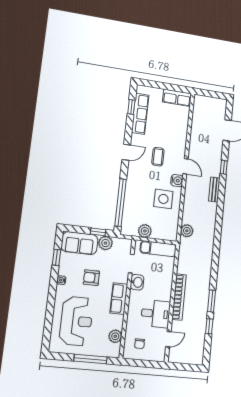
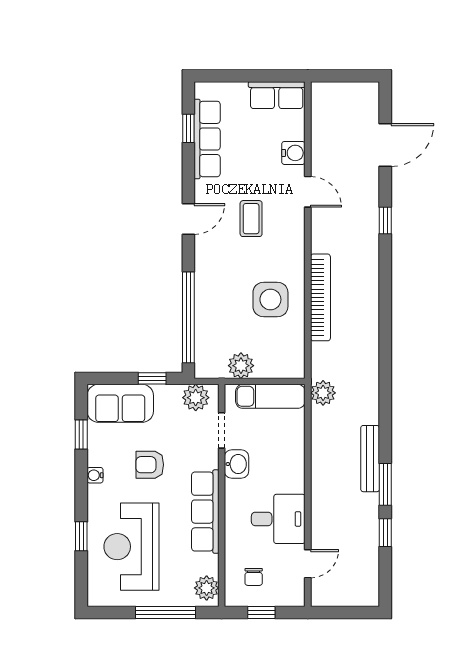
door: (186, 166) -> (308, 192), moved
water cooler: (177, 181) -> (293, 153), moved
bench: (214, 190) -> (370, 459), moved, width x1.36
plant: (187, 231) -> (323, 393), moved
plant: (105, 243) -> (196, 398), moved
bookcase: (179, 297) -> (320, 297), moved
row of seats: (119, 299) -> (205, 512), width x1.48
window: (50, 313) -> (81, 536), added
reception desk: (76, 321) -> (132, 547), turned 180
plant: (115, 336) -> (207, 588), moved
window: (142, 363) -> (261, 612), added

